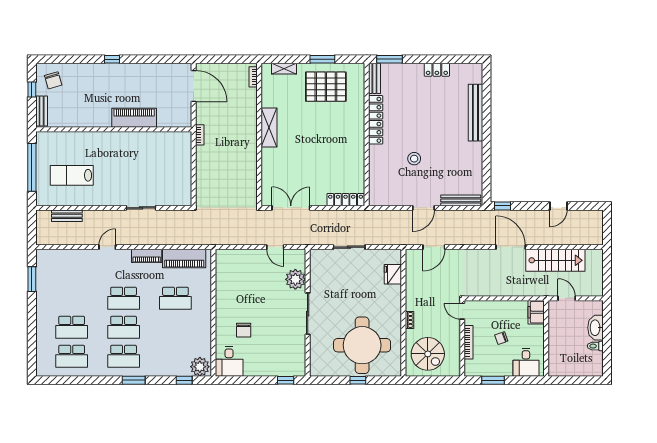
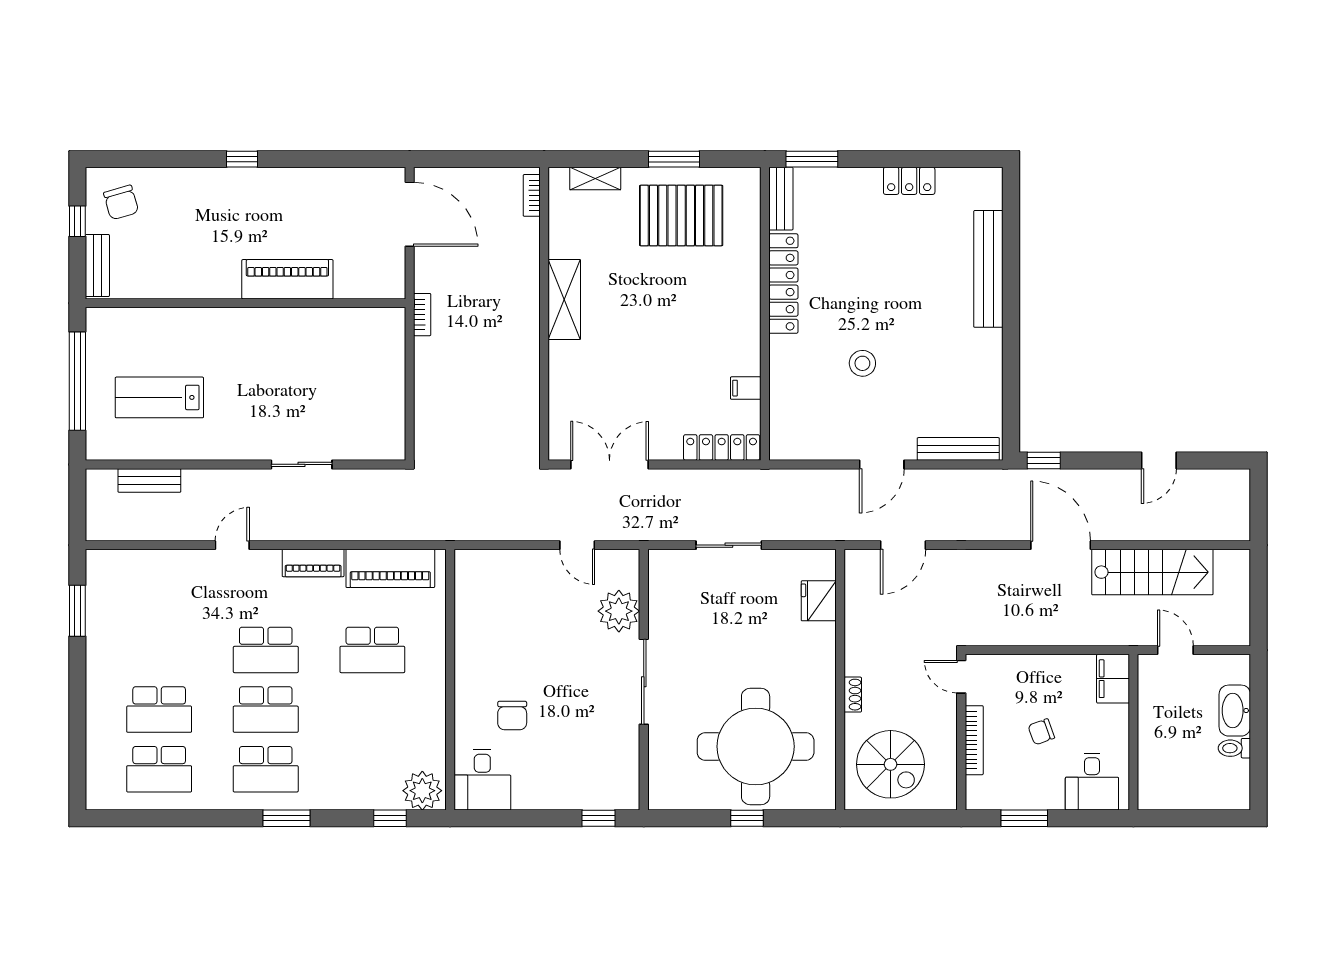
filing cabinet: (357, 171) -> (746, 388), added

